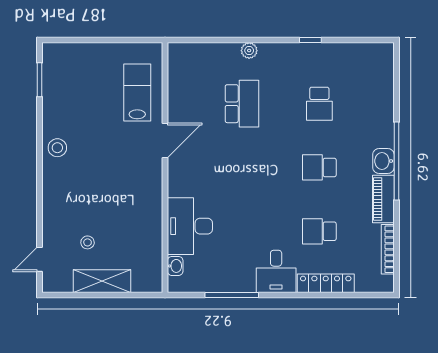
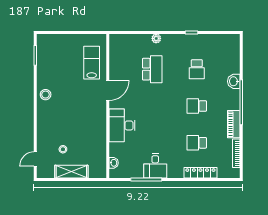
washbasin: (383, 161) -> (234, 81), moved
desk: (190, 226) -> (122, 125), moved
desk: (276, 271) -> (155, 166), moved

